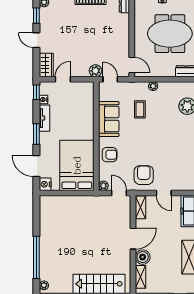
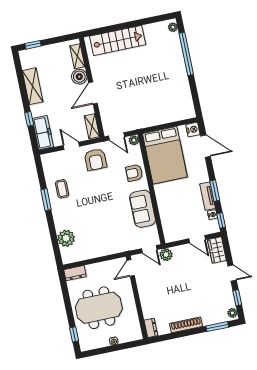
door: (132, 65) -> (131, 268), hinge flipped
door: (63, 79) -> (197, 239), hinge flipped
plant: (153, 86) -> (105, 251), removed
coffee table: (140, 109) -> (62, 189), moved
window: (36, 134) -> (215, 191), moved

